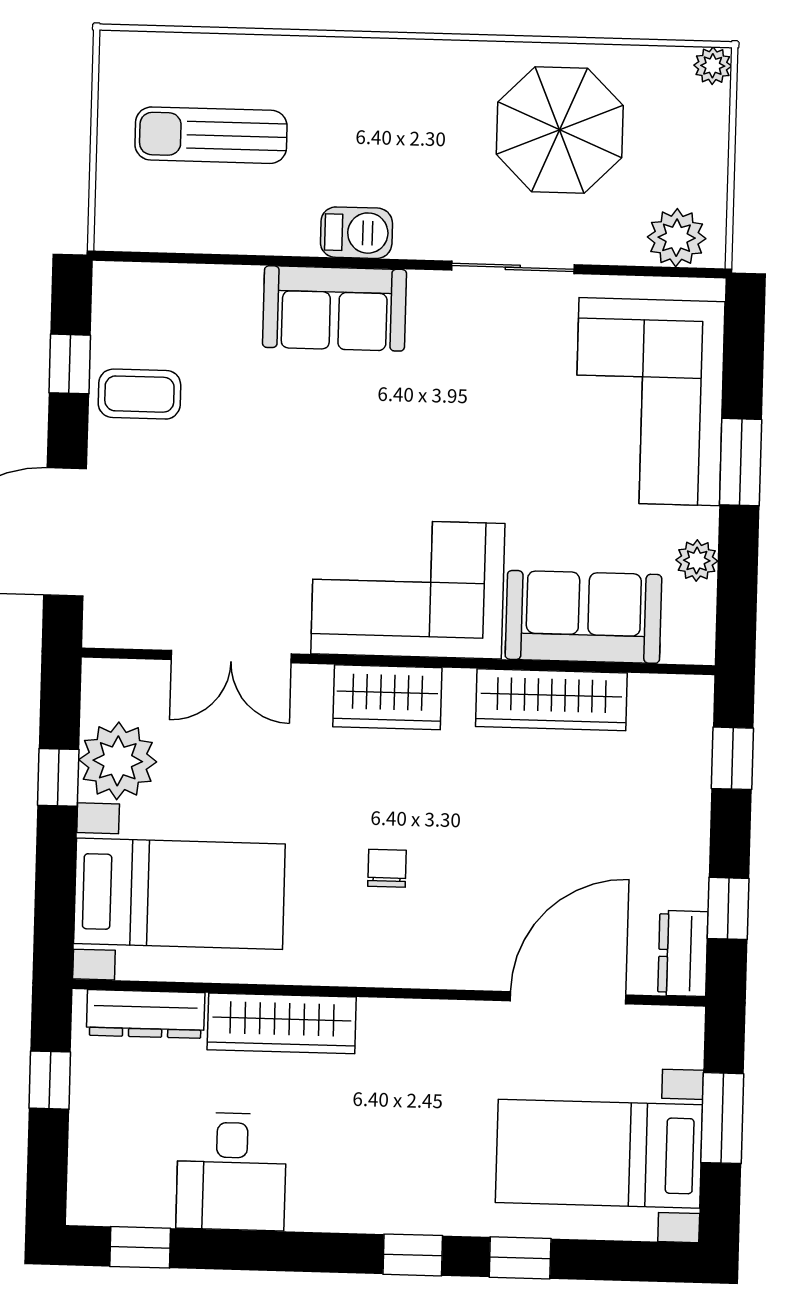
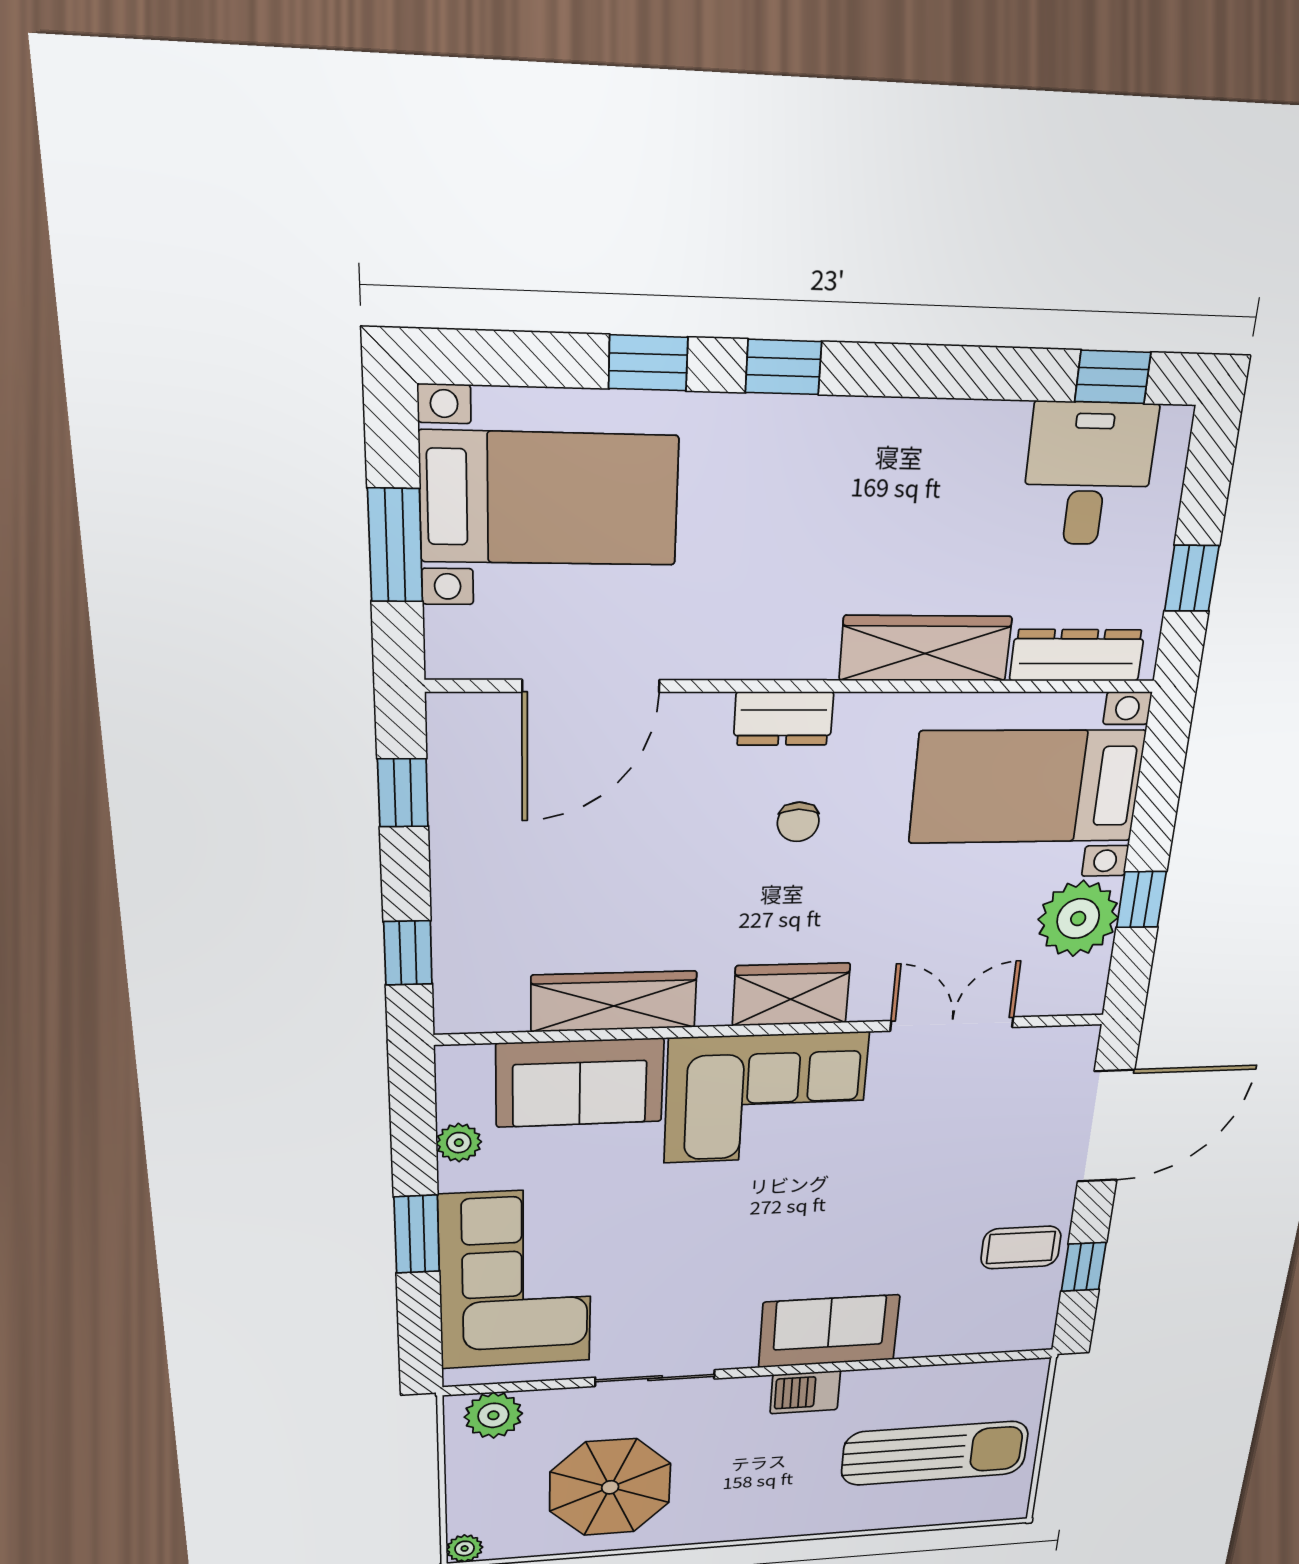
sun lounger: (211, 135) -> (935, 1453), width x1.36, depth x1.34
dresser: (683, 953) -> (784, 719), moved, turned 90
desk: (231, 1172) -> (1088, 474), moved

